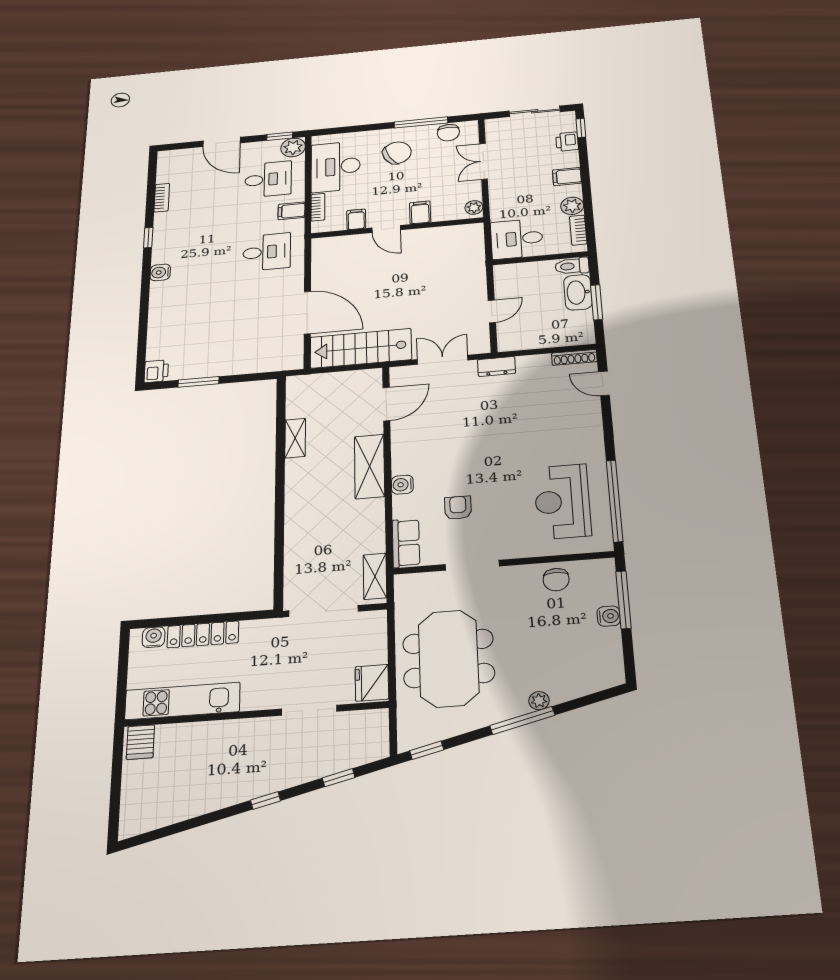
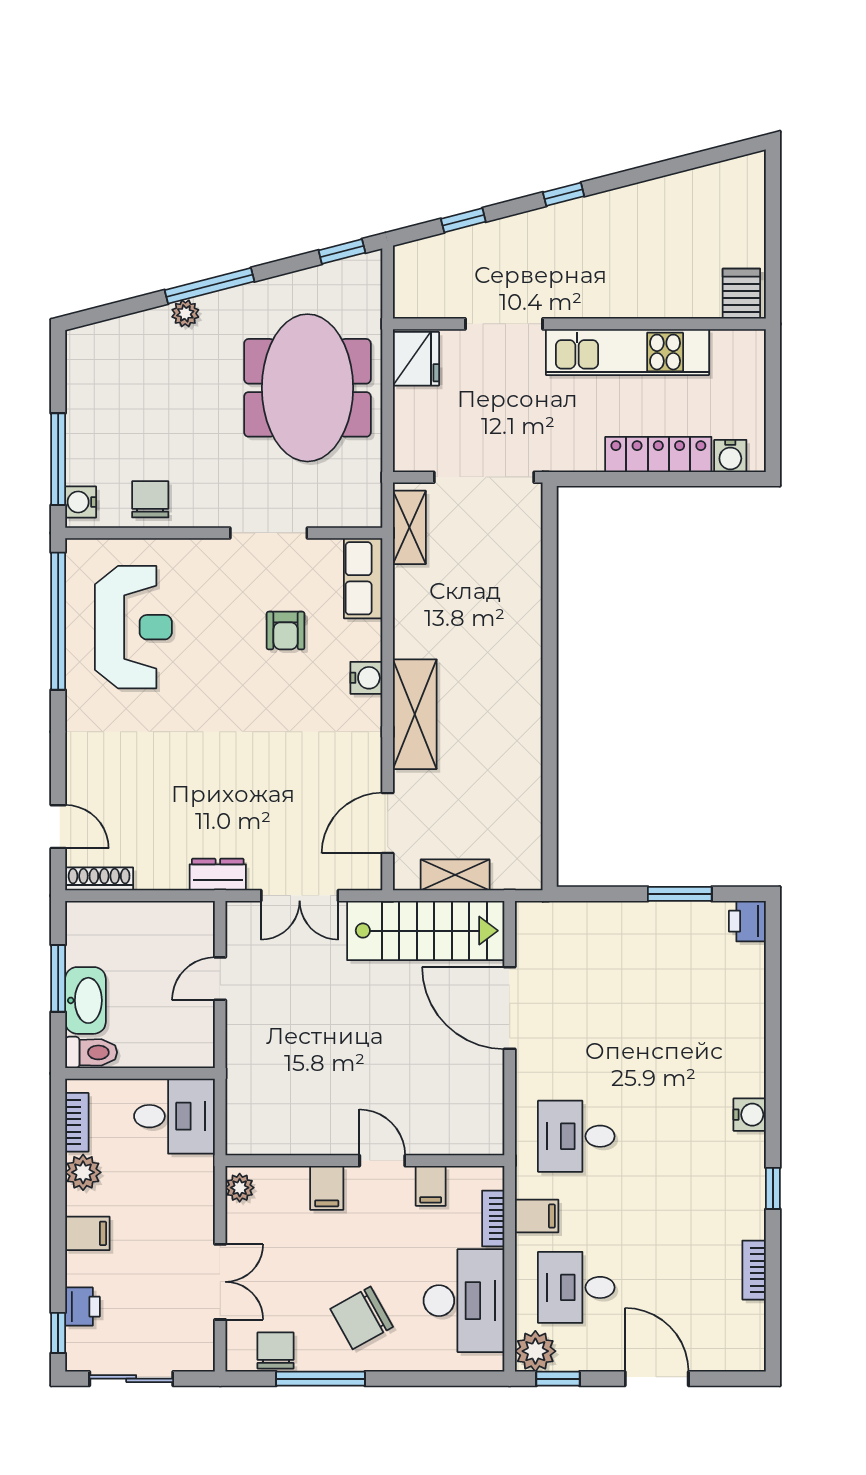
shelving: (295, 438) -> (455, 875), moved, turned 90
water cooler: (609, 616) -> (81, 502), moved
kitchen unit: (182, 701) -> (628, 352), moved

